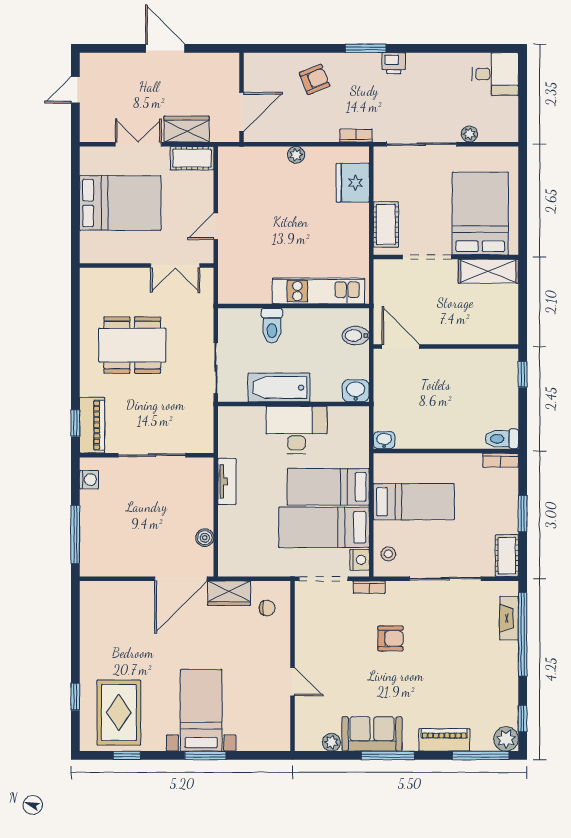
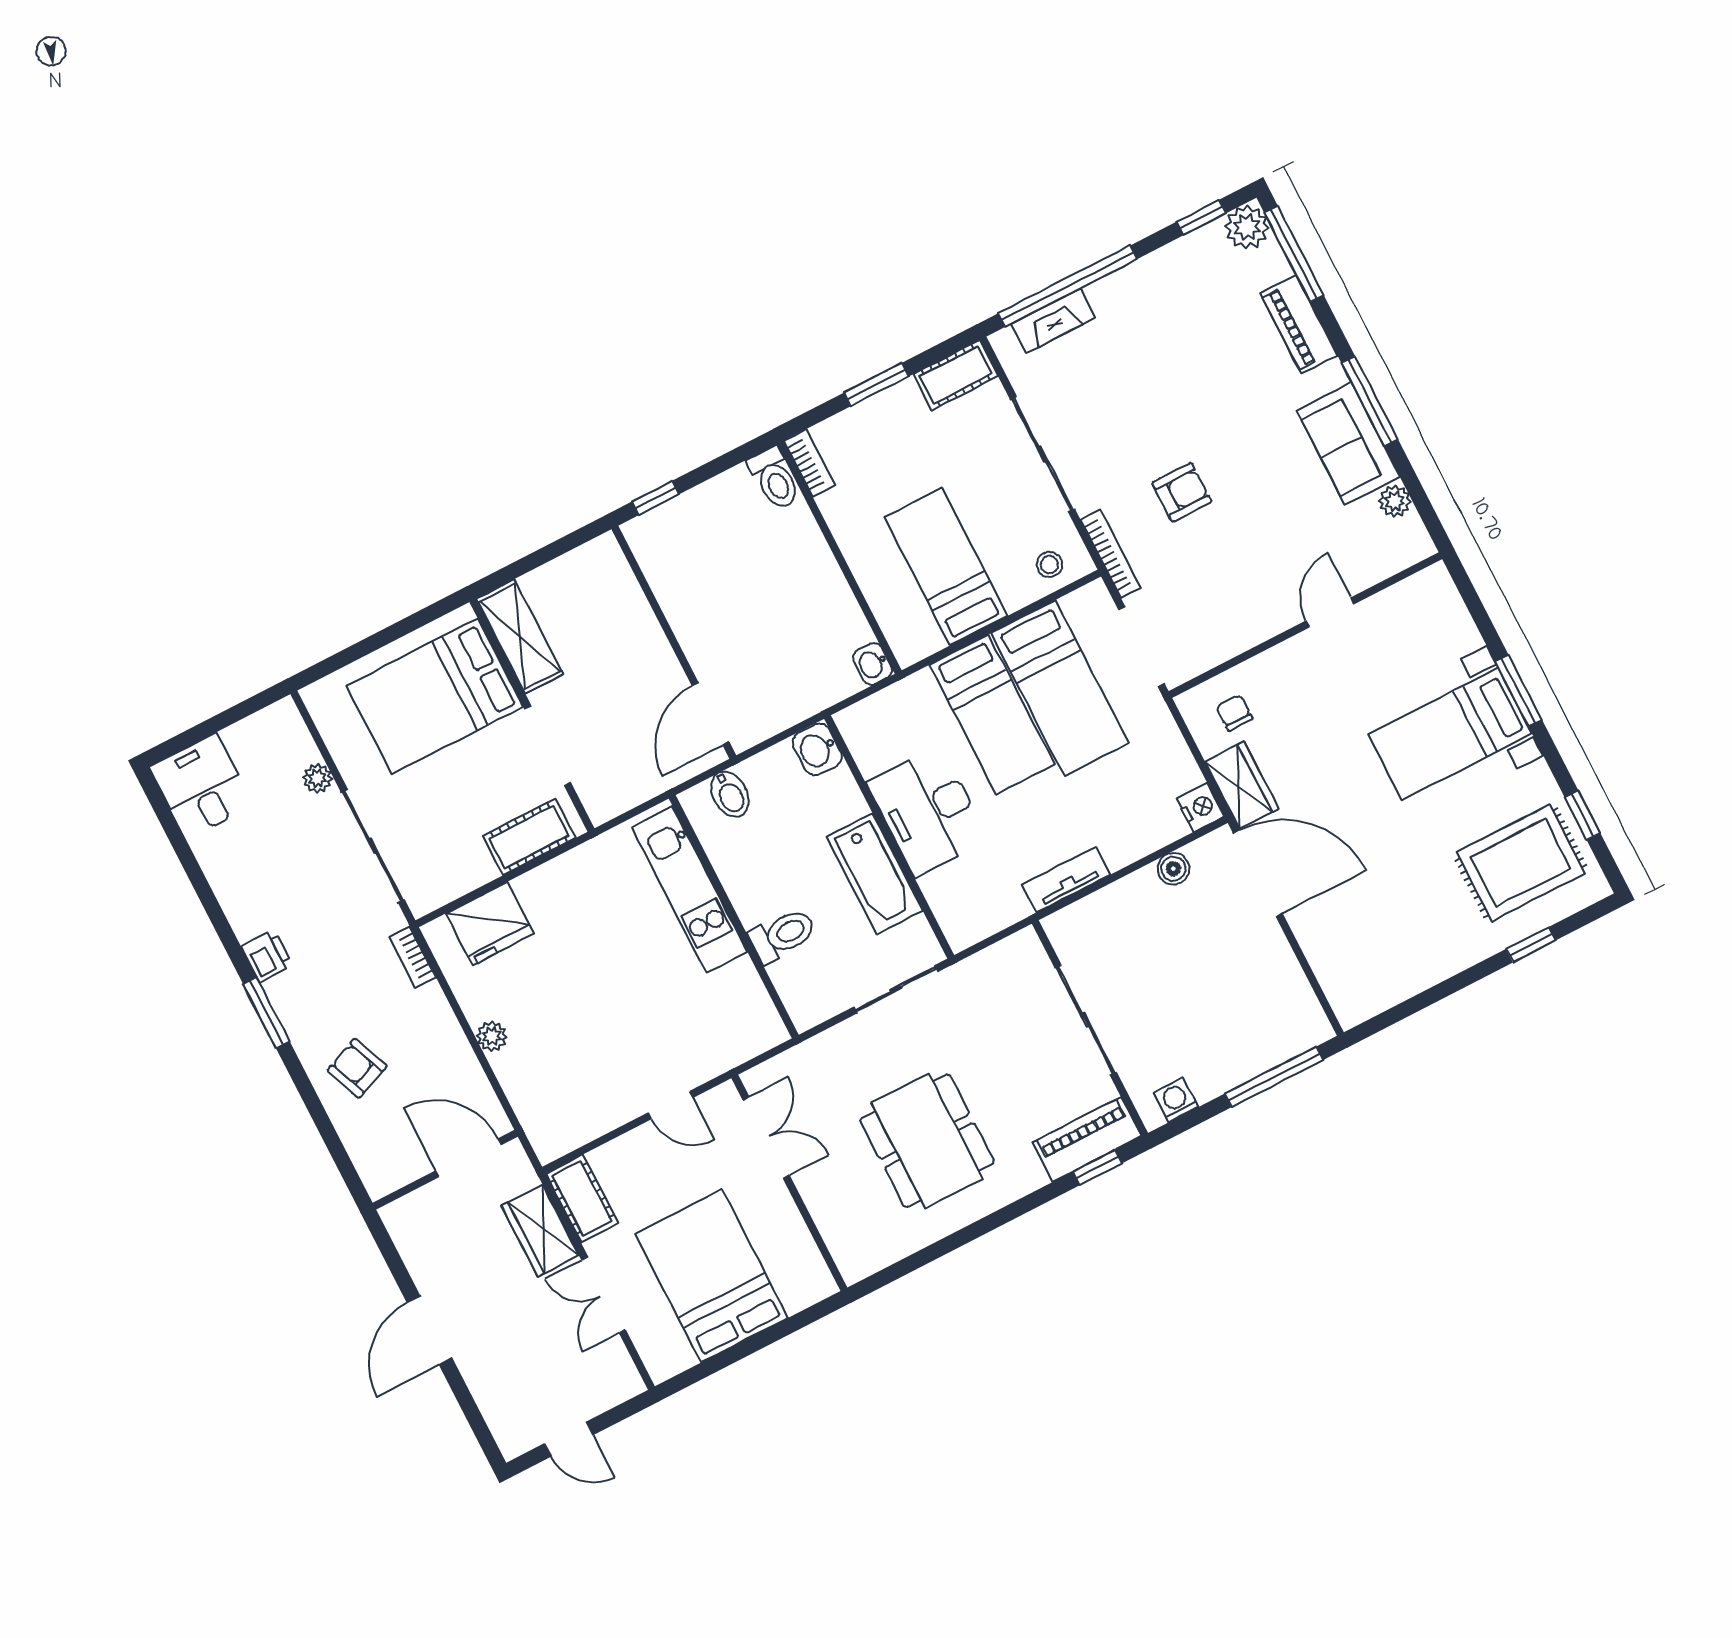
nightstand: (360, 560) -> (1200, 807), moved, turned 90
bookcase: (369, 587) -> (1111, 554), width x1.56
armchair: (390, 638) -> (1182, 492), turned 90

